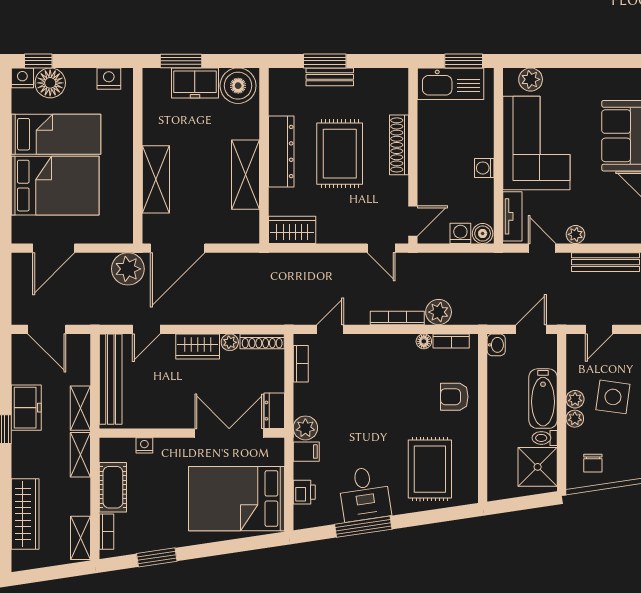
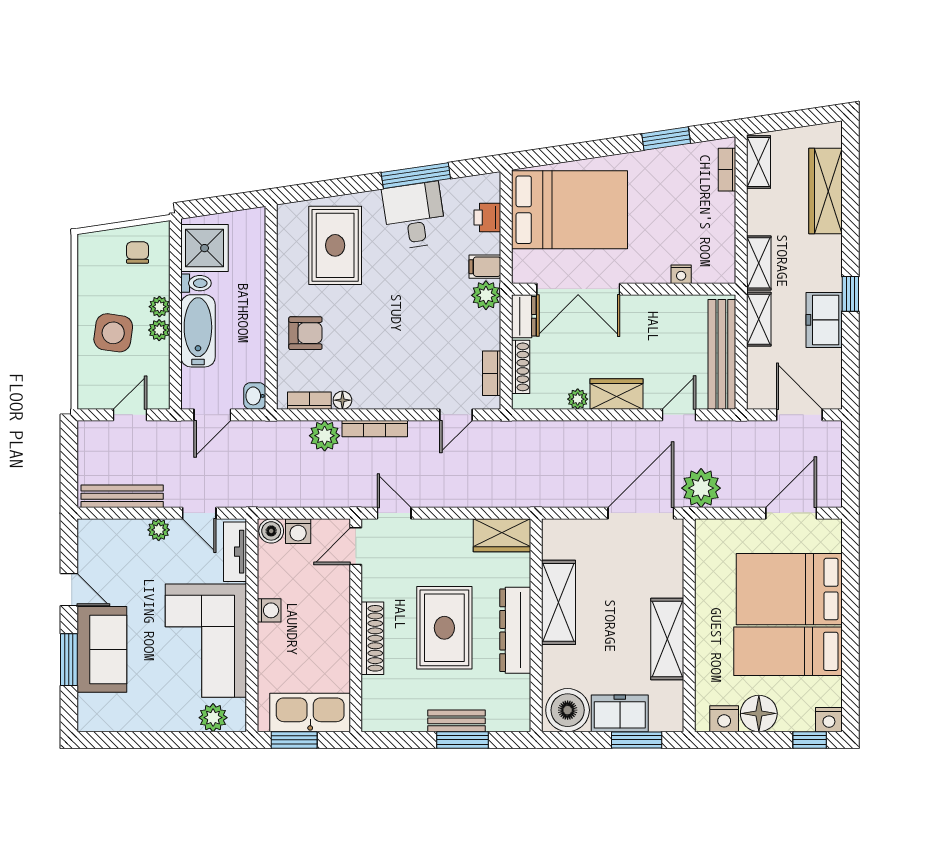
floor lamp: (50, 83) -> (759, 713), moved
shelving: (156, 179) -> (667, 639), moved
shoe rack: (262, 341) -> (521, 367), moved, turned 90
cot: (113, 487) -> (719, 223), removed

